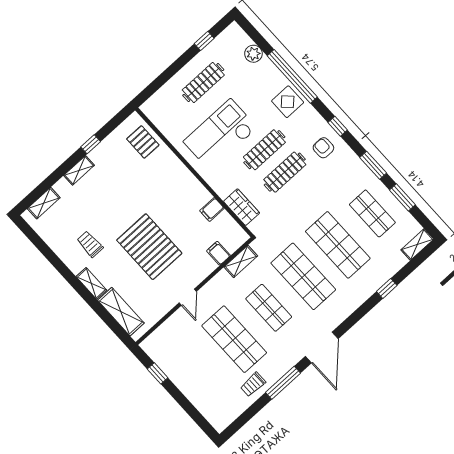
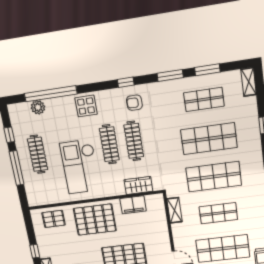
window: (173, 69) -> (17, 168), added
window: (292, 76) -> (51, 94), moved
pallet: (173, 186) -> (95, 220), added
filing cabinet: (212, 209) -> (133, 205), width x2.00
filing cabinet: (218, 253) -> (159, 221), removed

